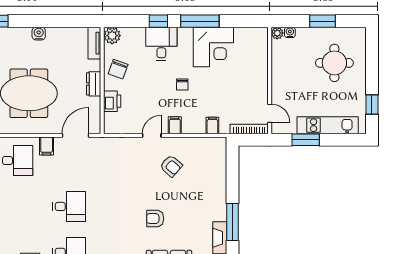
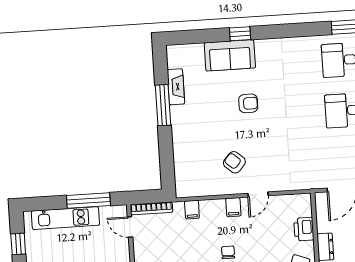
window: (306, 140) -> (88, 201), width x1.44

